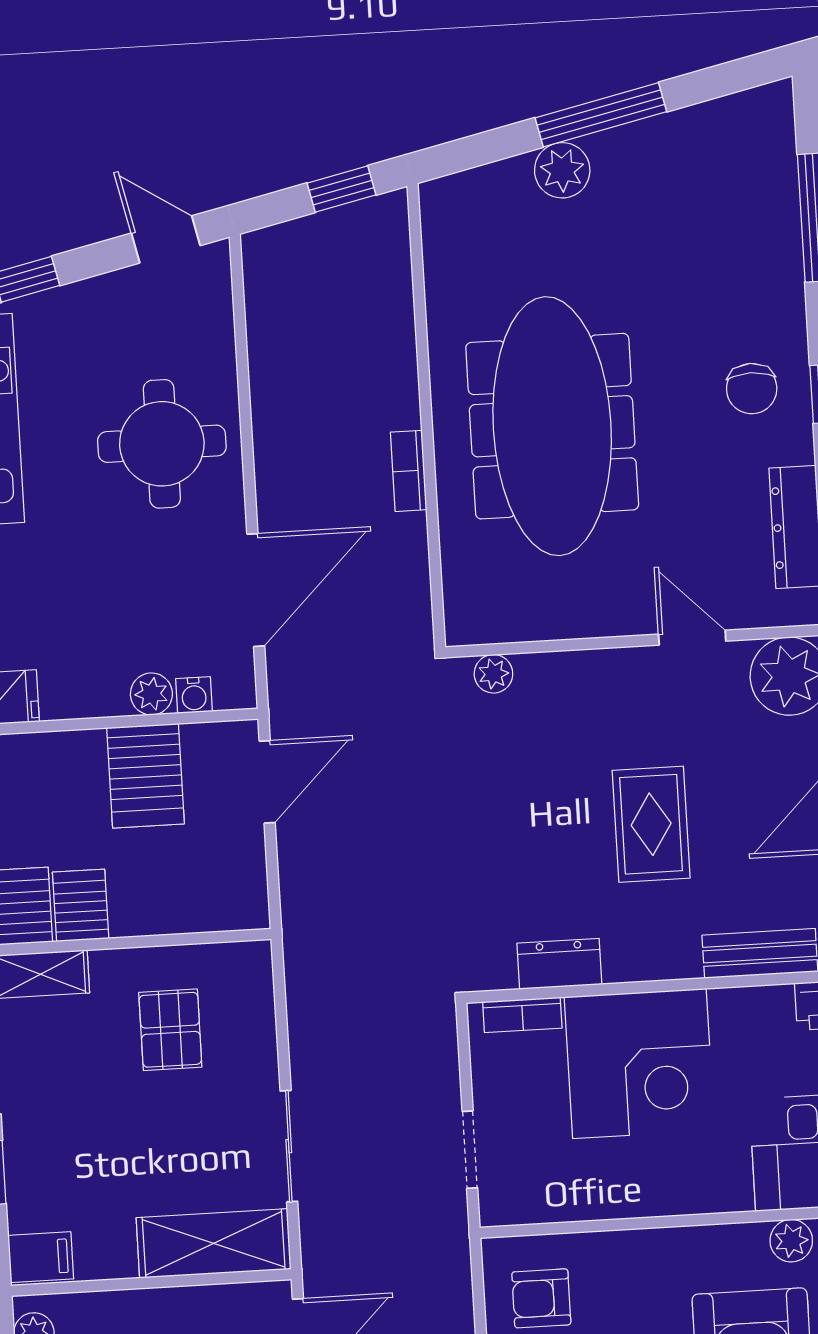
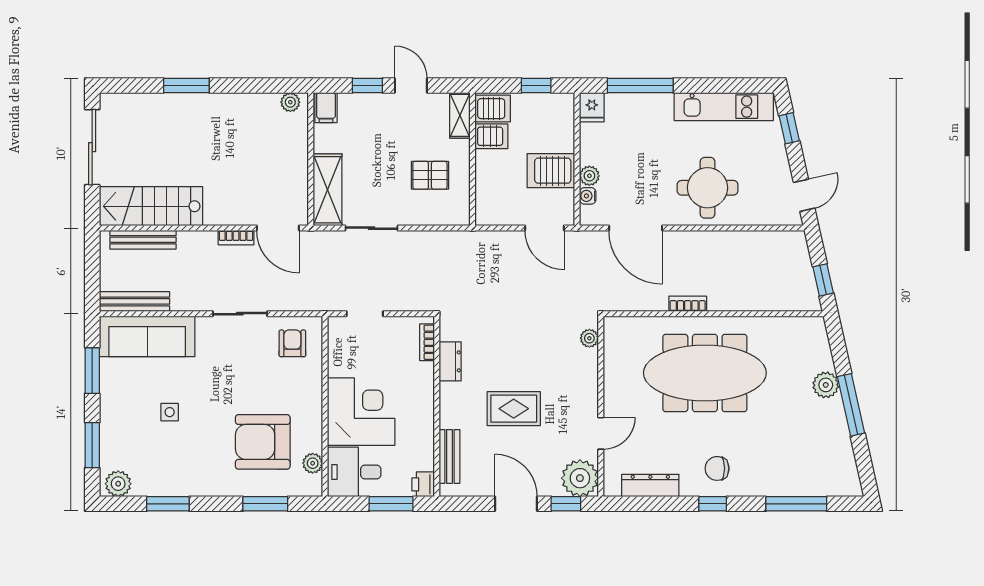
corner desk: (639, 1064) -> (361, 412), moved, turned 180

